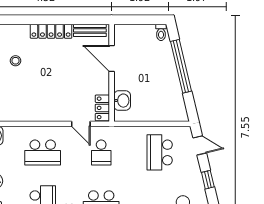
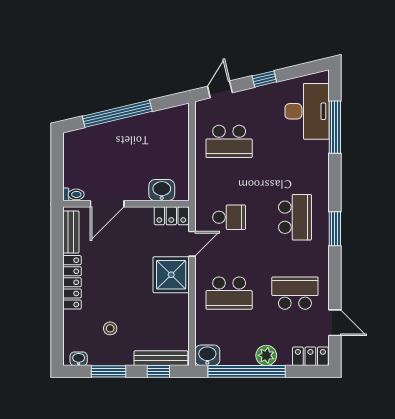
toilet: (161, 32) -> (73, 194), moved
shower: (57, 108) -> (171, 275), added
school desk: (43, 152) -> (229, 293), turned 90

